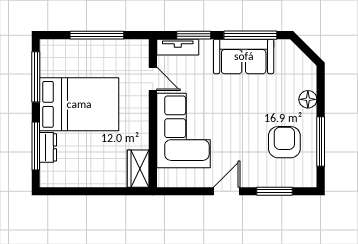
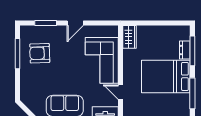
floor lamp: (308, 99) -> (25, 80), removed
armchair: (284, 142) -> (40, 53), turned 88

